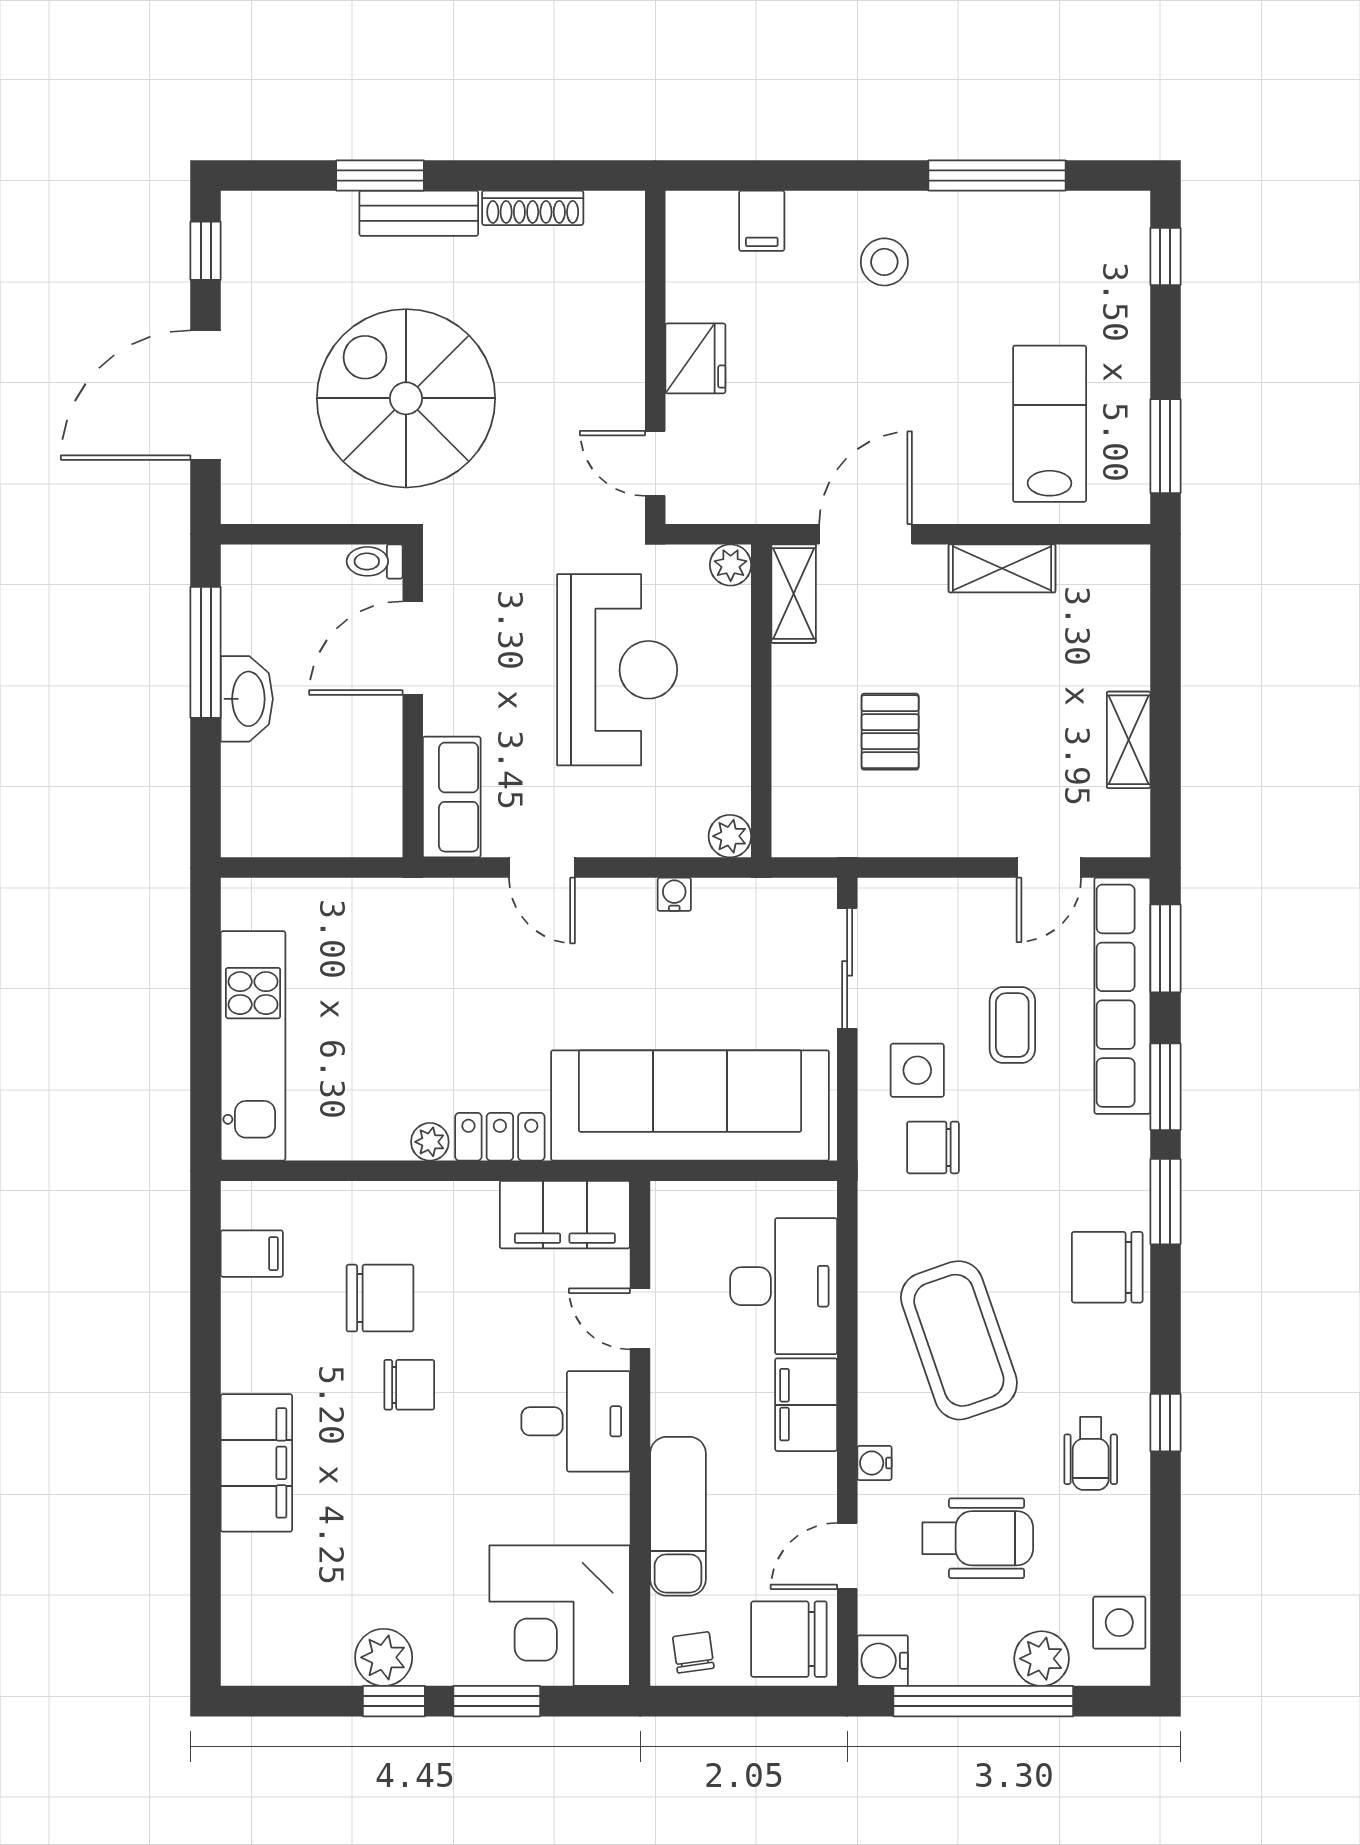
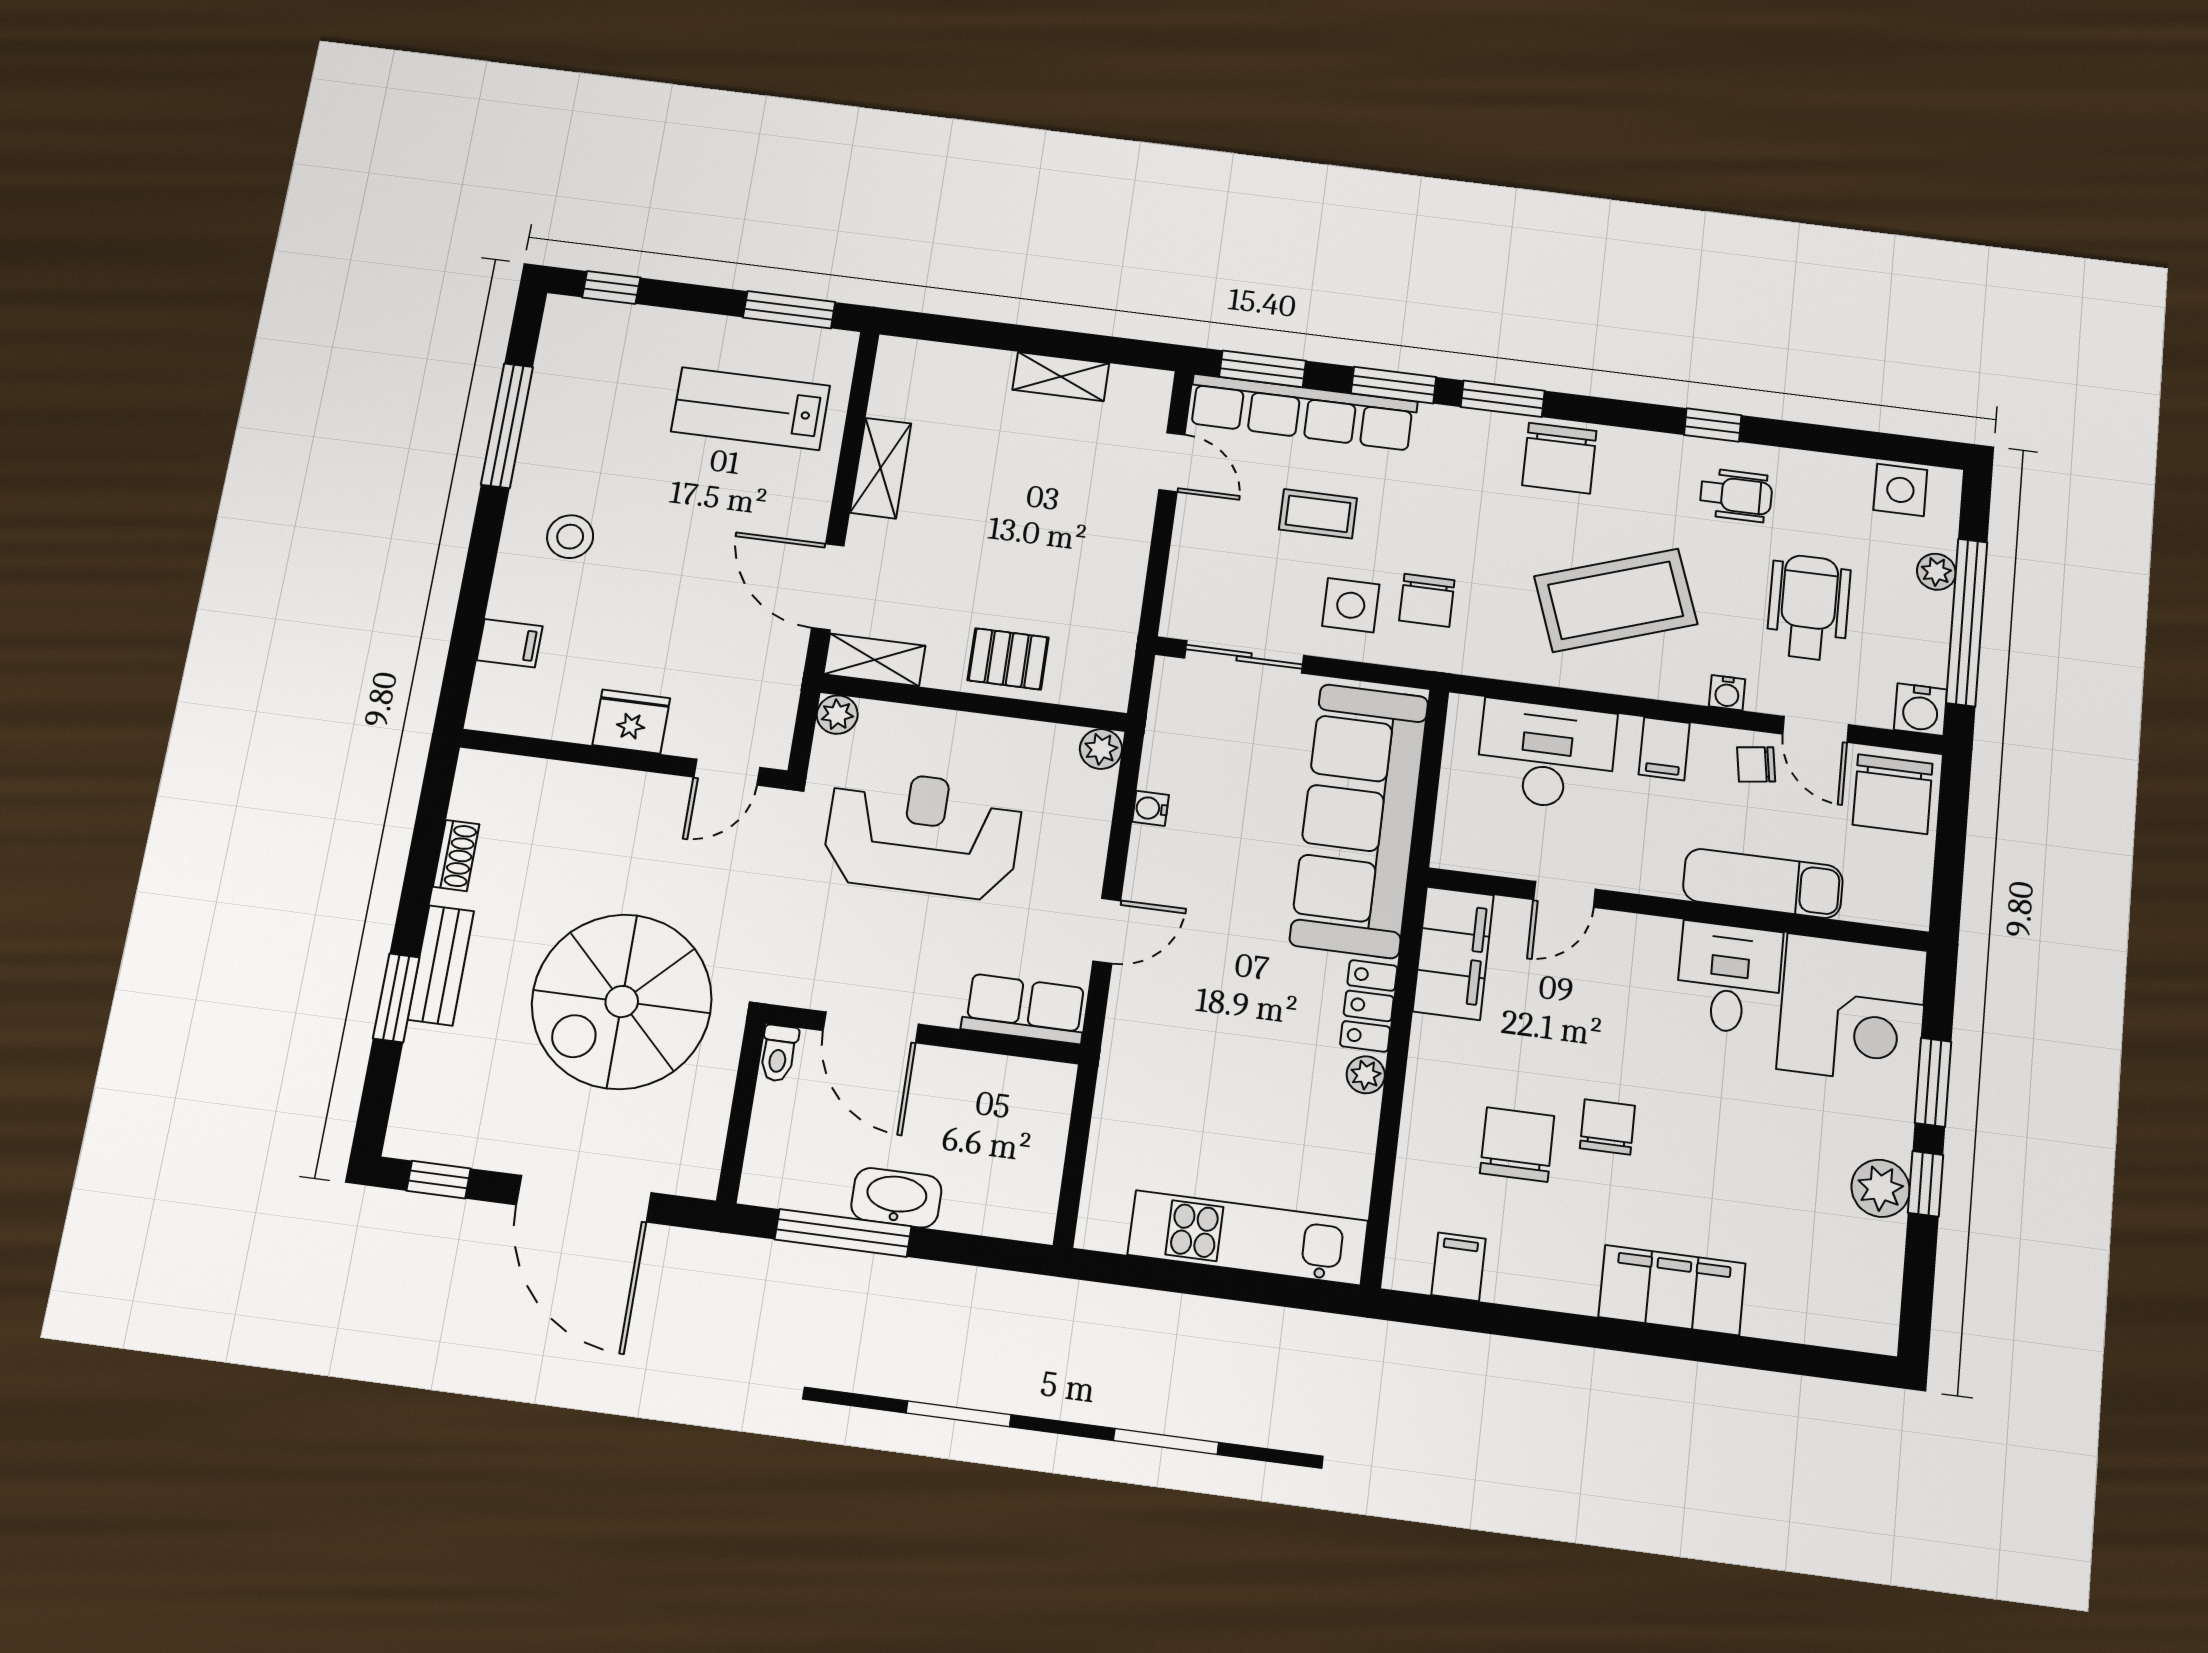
shoe rack: (533, 208) -> (456, 855), width x0.70
pallet: (890, 732) -> (1008, 659), moved
filing cabinet: (806, 1405) -> (1664, 749), width x0.50
desk: (576, 1421) -> (1729, 978), moved
chair: (693, 1652) -> (1756, 764), moved
plant: (1042, 1659) -> (1936, 572), width x0.73, depth x0.73

